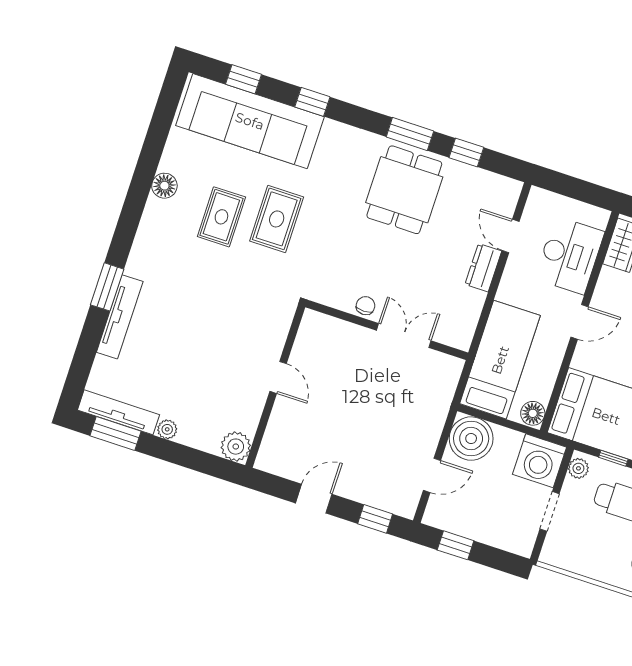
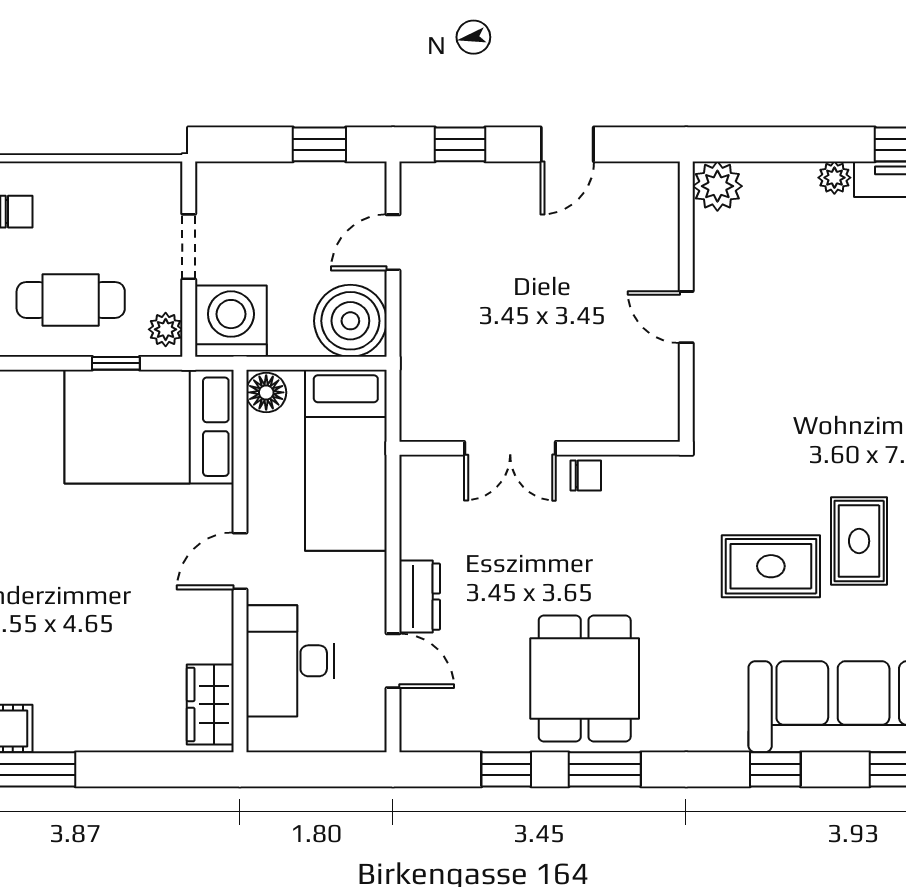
rug: (277, 219) -> (771, 566), turned 90
chair: (366, 306) -> (586, 476), turned -90

